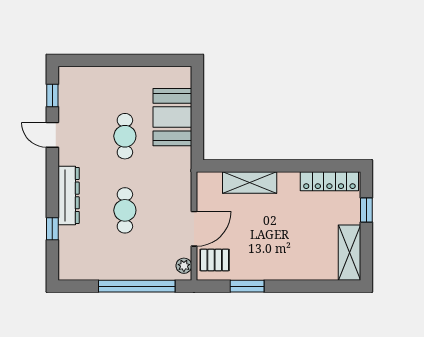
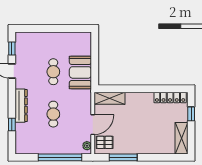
booth: (172, 117) -> (80, 72), moved
shelving: (250, 183) -> (109, 98), moved
window: (247, 286) -> (123, 157), width x1.44

